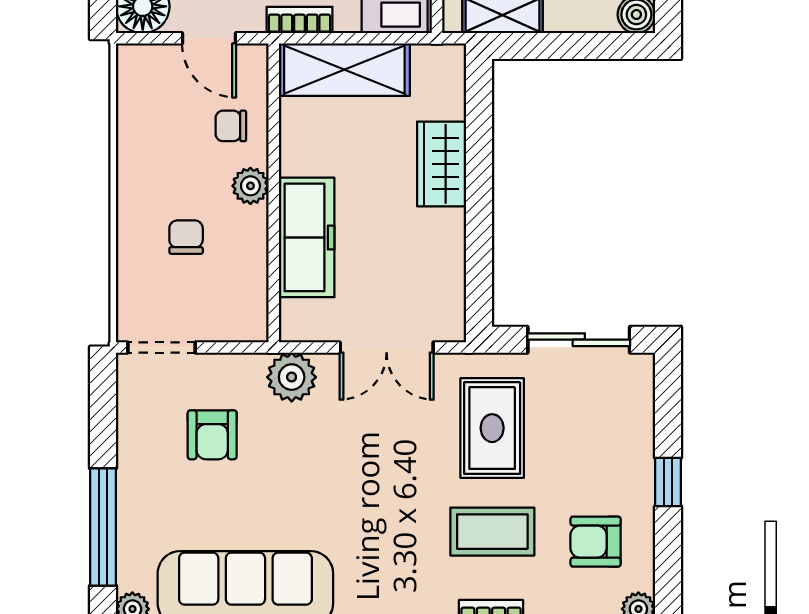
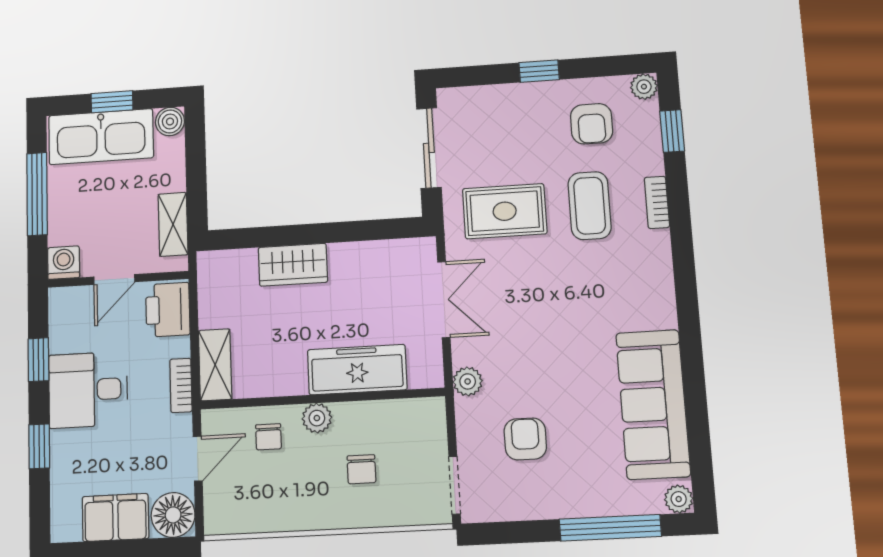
shelving: (344, 70) -> (215, 365), width x0.67, depth x0.75
chair: (186, 237) -> (361, 469), turned -90
plant: (292, 377) -> (468, 381), width x0.73, depth x0.73
armchair: (212, 435) -> (525, 439), turned -90

